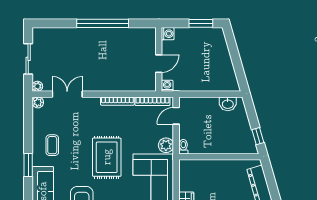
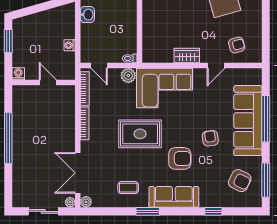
washing machine: (167, 86) -> (70, 45), moved
double door: (67, 94) -> (78, 173), width x1.37

